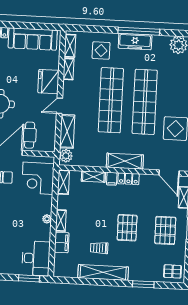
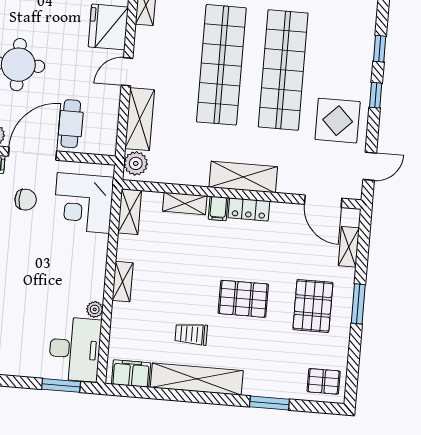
plant: (47, 219) -> (95, 309), moved
pallet: (127, 228) -> (243, 299), turned 90
filing cabinet: (62, 243) -> (131, 374), moved, turned -90

